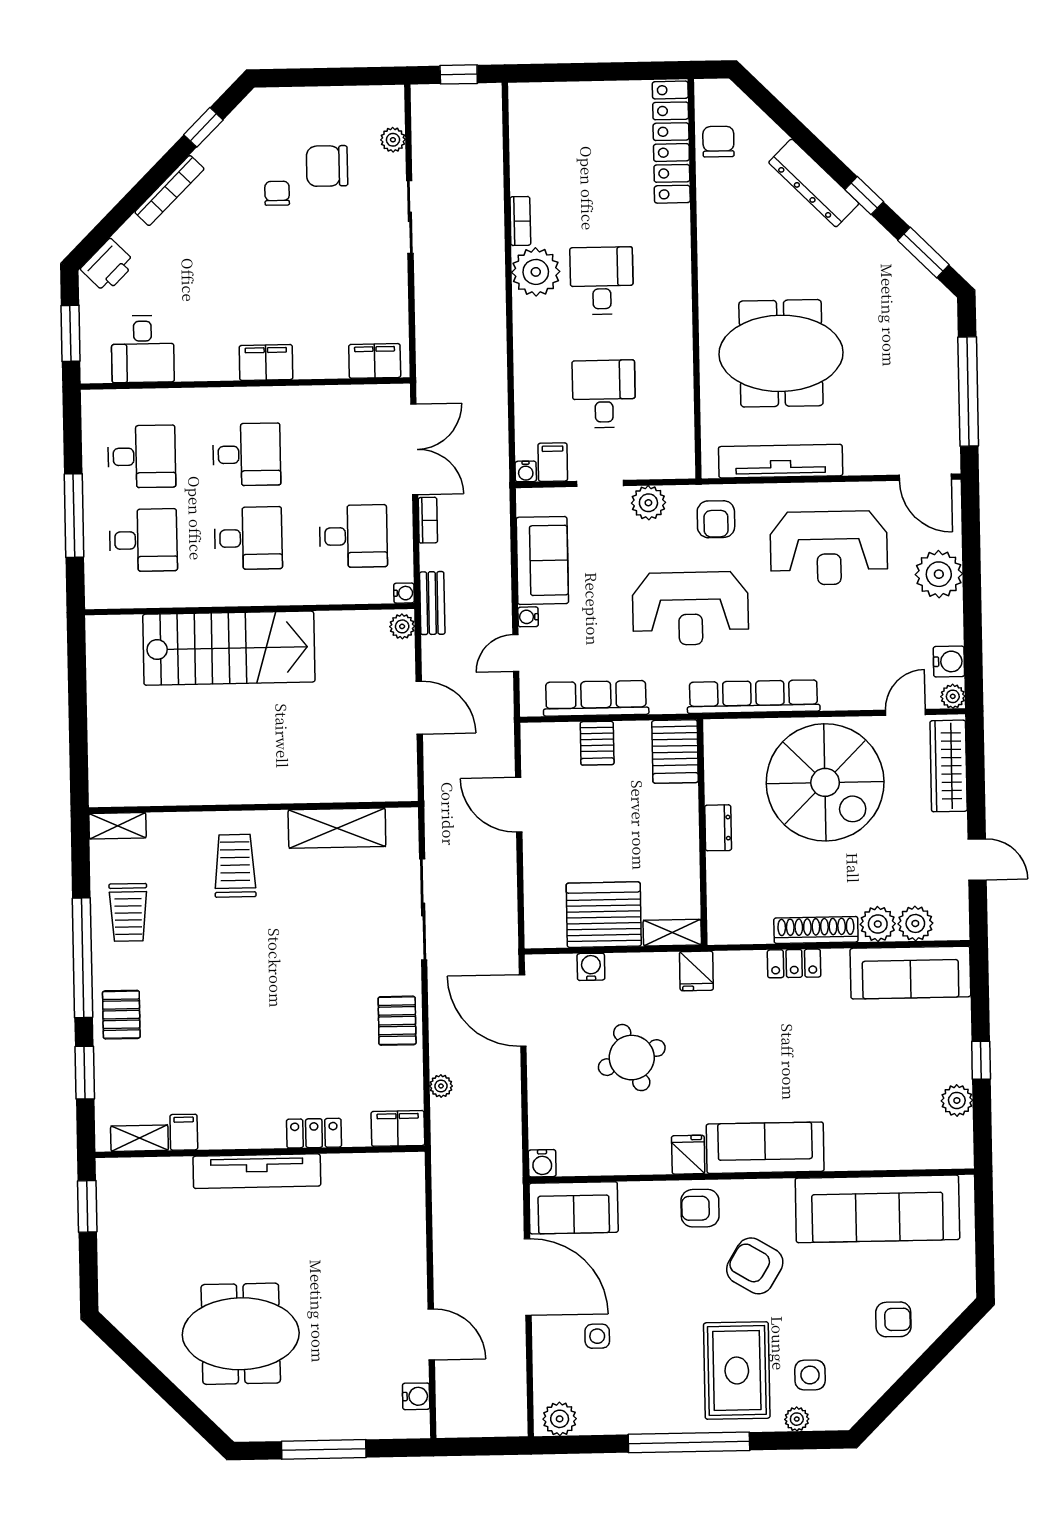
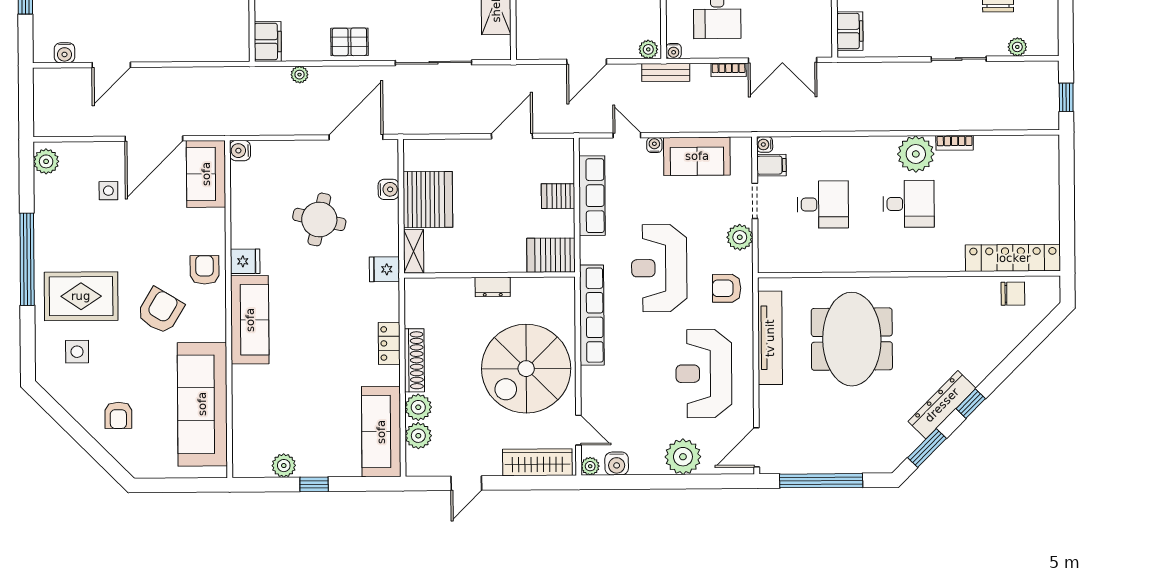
dresser: (814, 183) -> (942, 405), moved
round table: (632, 1058) -> (319, 219), turned 33
plant: (797, 1419) -> (44, 341), removed

